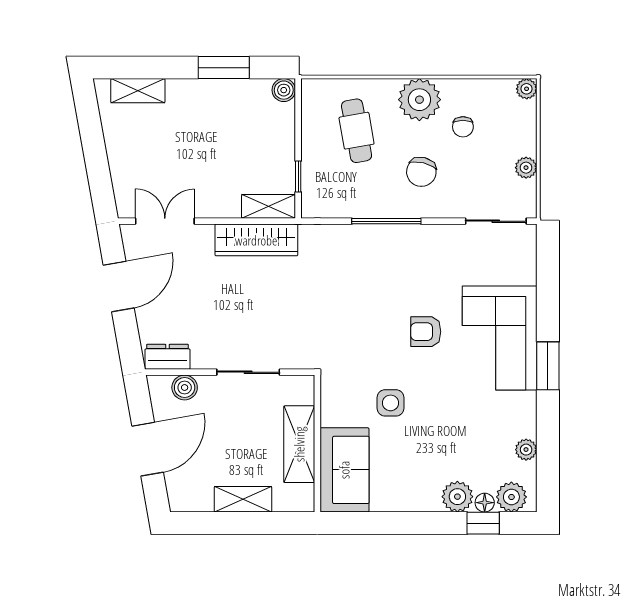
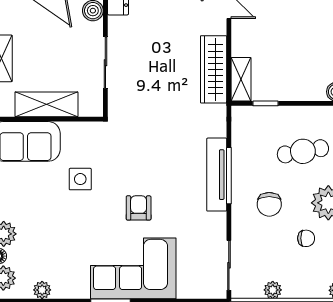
chair: (463, 127) -> (306, 238), turned 180
chair: (421, 172) -> (269, 204), turned -104
tv unit: (385, 236) -> (217, 175), added

